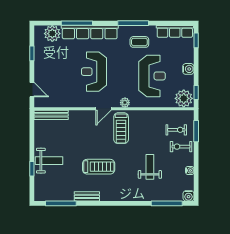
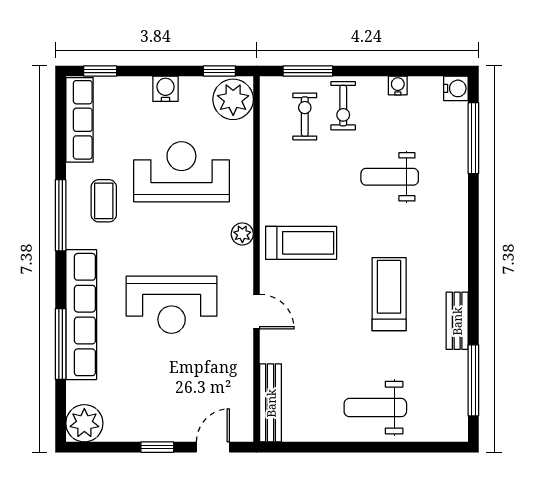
plant: (52, 34) -> (84, 423), moved
window: (32, 53) -> (157, 447), moved
door: (104, 109) -> (256, 312), moved
weight bench: (49, 161) -> (375, 408), turned -90
window: (32, 169) -> (394, 447), removed

